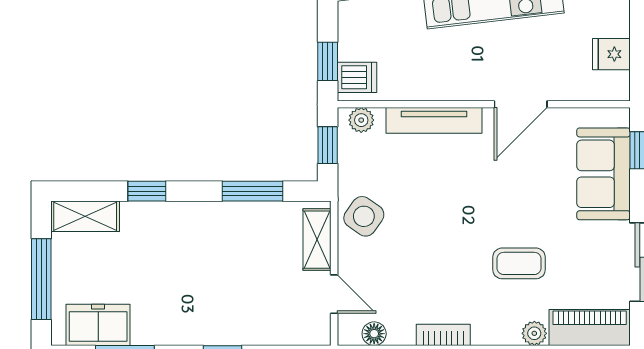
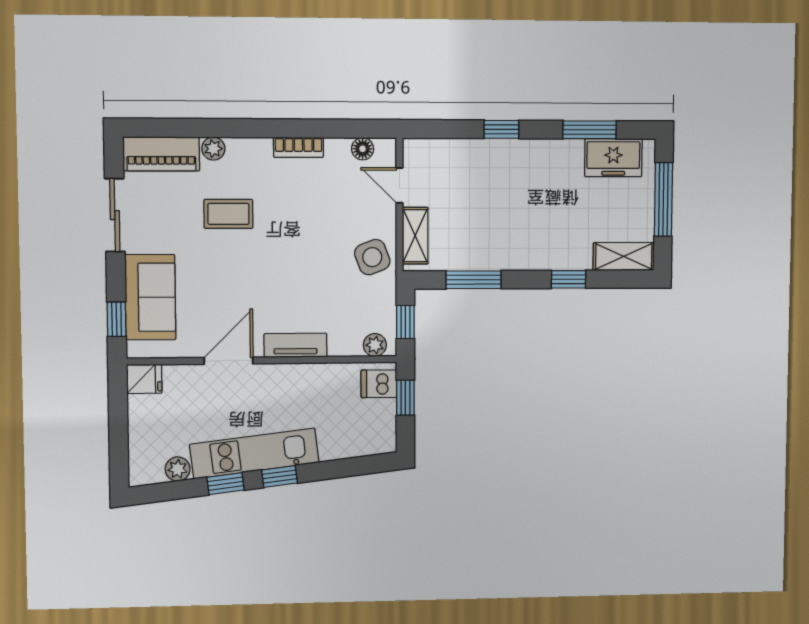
fridge: (611, 54) -> (144, 379), moved
tv unit: (434, 120) -> (295, 345), width x0.71
side table: (364, 216) -> (372, 257), turned 34

